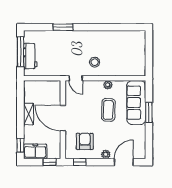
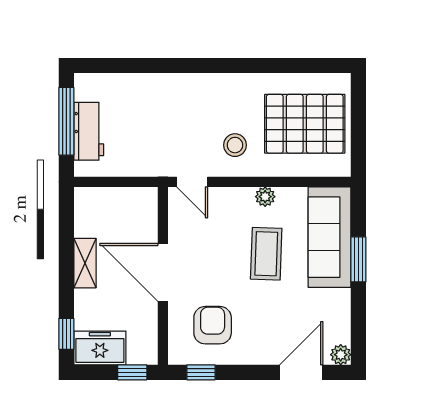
window: (63, 27) -> (163, 66), removed
pallet: (125, 53) -> (305, 124), added
plant: (106, 154) -> (341, 355), moved

